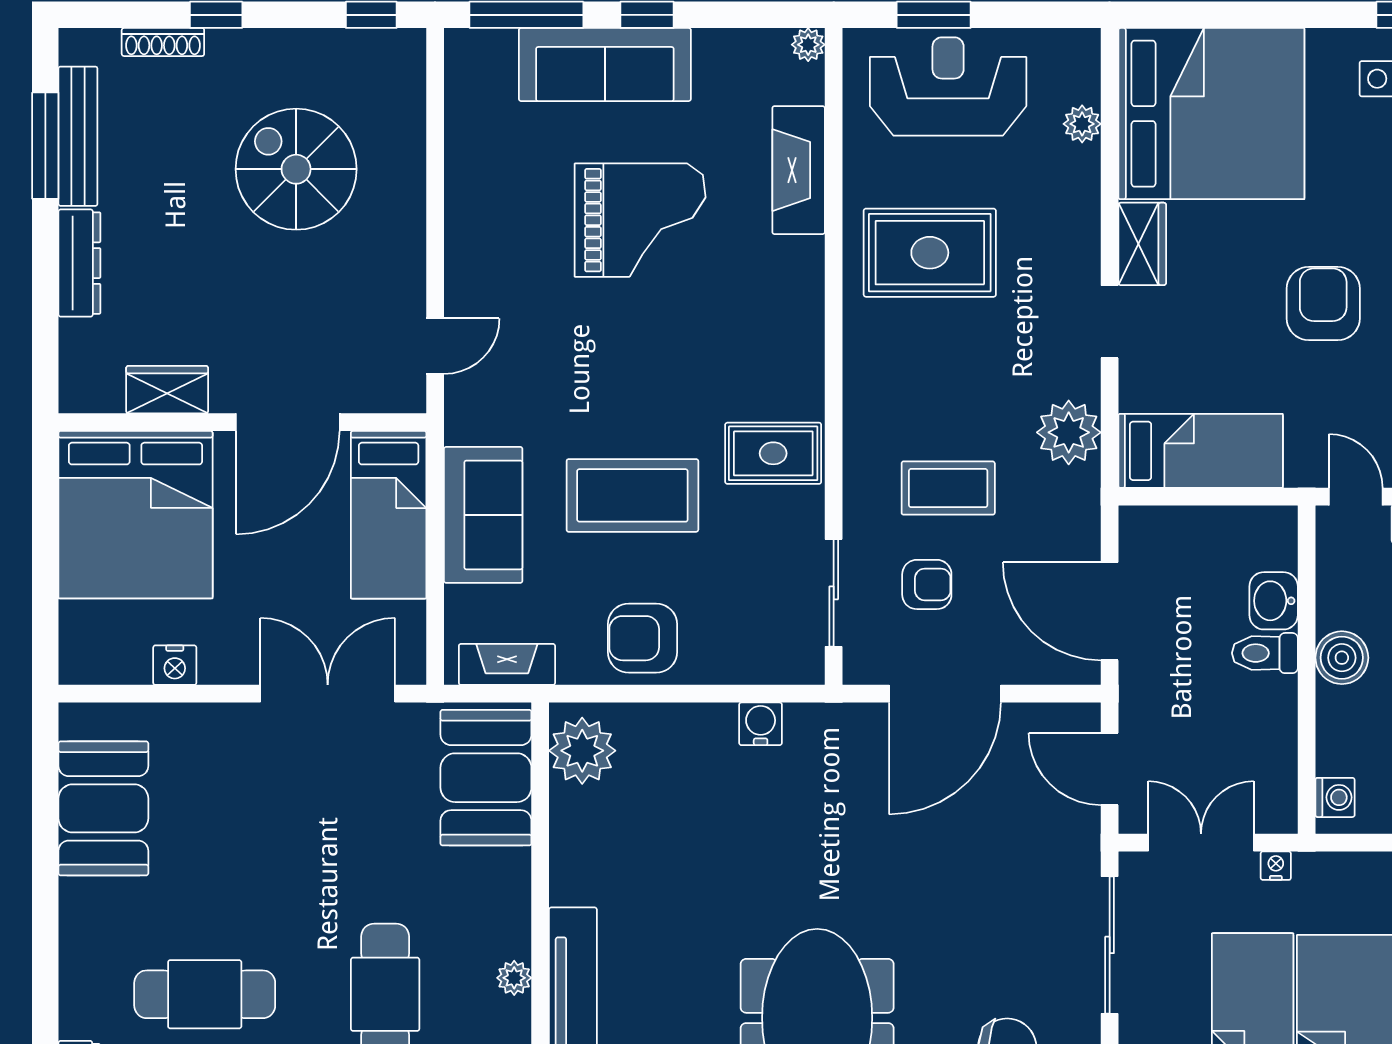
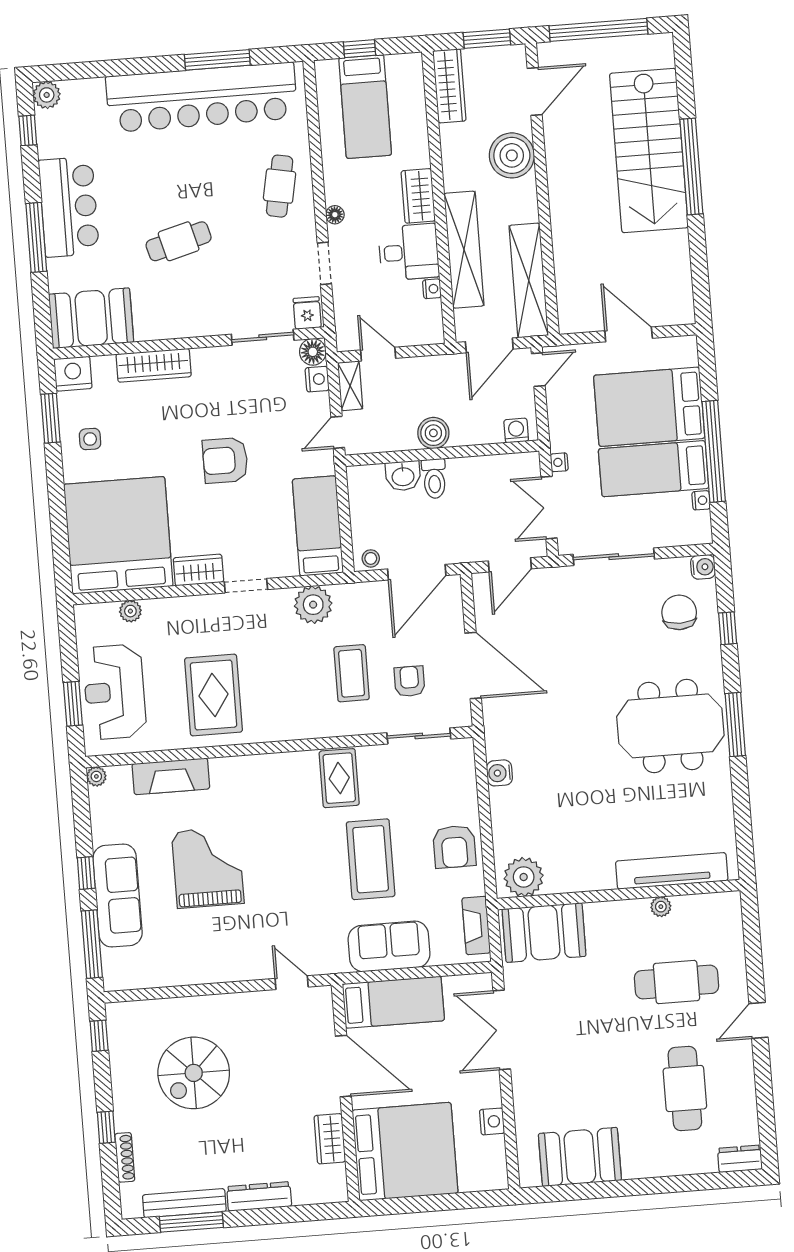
stool: (1139, 536) -> (371, 558), added

